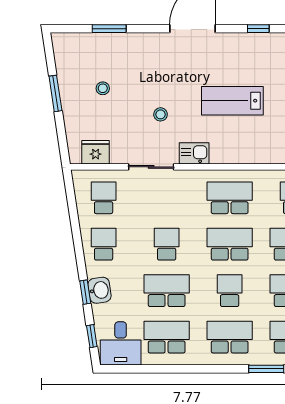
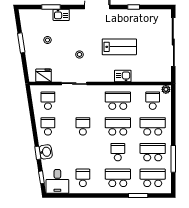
kitchen sink: (127, 43) -> (61, 15), added
lab bench: (232, 101) -> (119, 47), turned 180
kitchen sink: (194, 153) -> (123, 76), moved
school desk: (167, 291) -> (83, 152), removed
school desk: (167, 337) -> (83, 178), width x0.54

